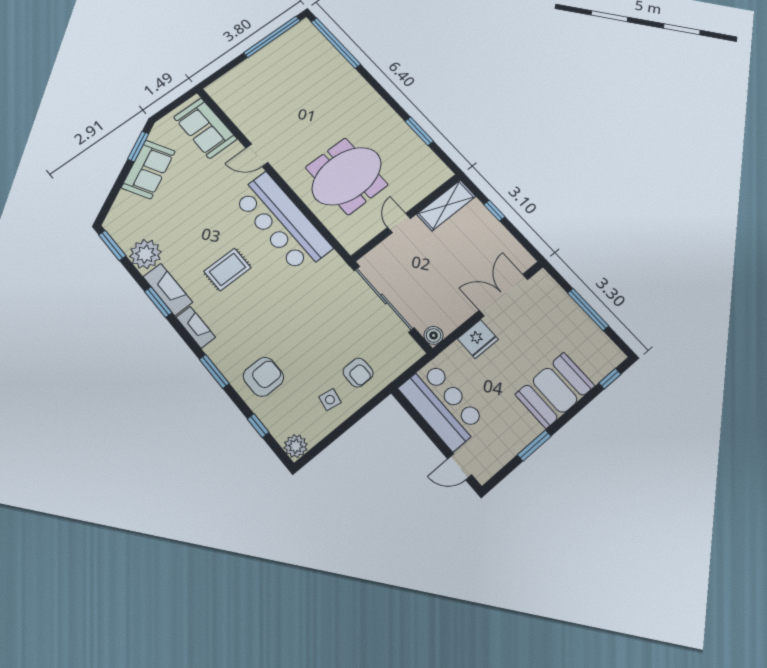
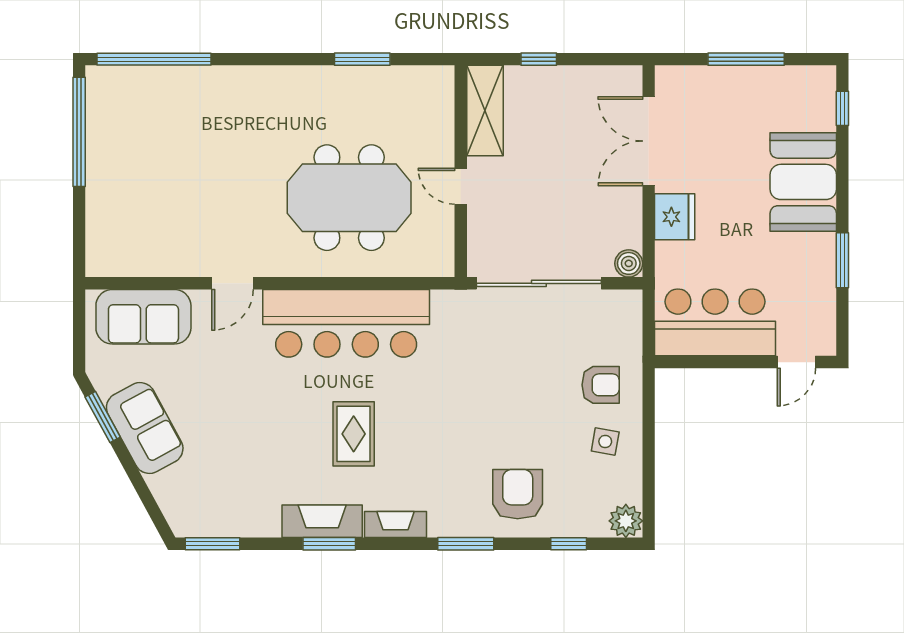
meeting table: (347, 176) -> (349, 198), turned 90
plant: (145, 254) -> (256, 514), removed

